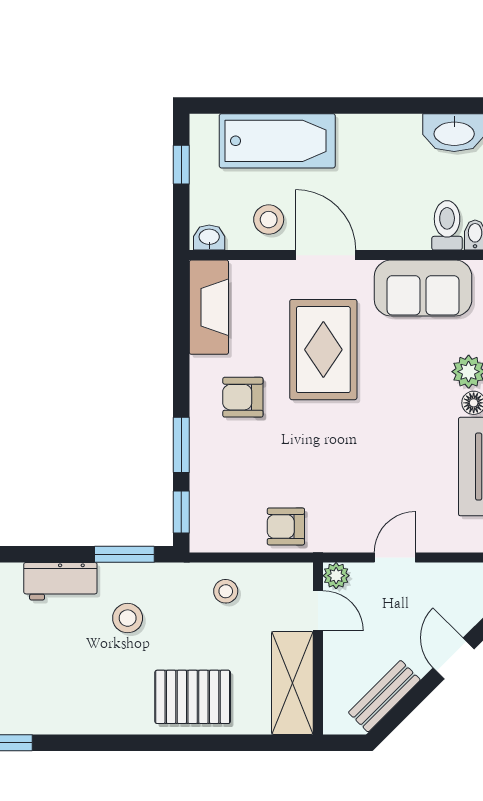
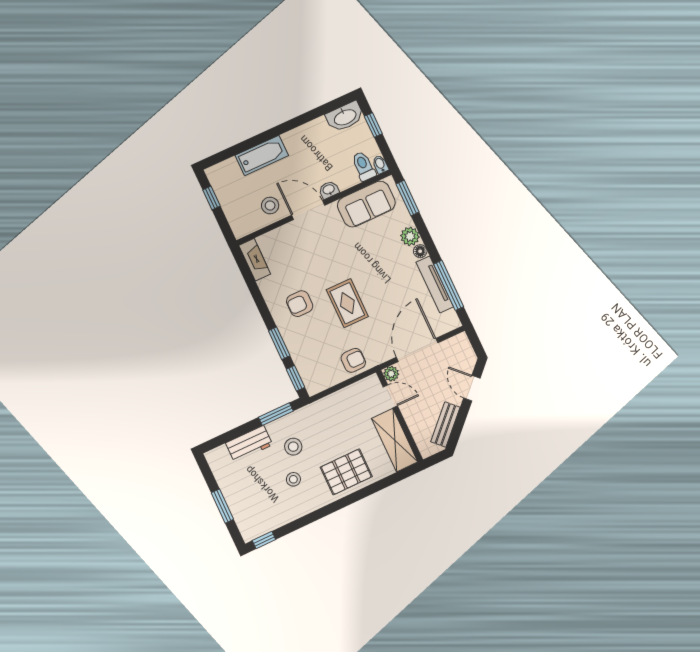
bathtub: (277, 141) -> (262, 155), width x0.73, depth x0.73
washbasin: (209, 238) -> (329, 190), moved
fireplace: (209, 307) -> (255, 260), width x0.73, depth x0.76
rug: (323, 350) -> (347, 303), moved, width x0.73, depth x0.70
armchair: (286, 526) -> (353, 360), turned 180
door: (395, 557) -> (417, 350), width x1.88
stool: (226, 591) -> (293, 479), moved

